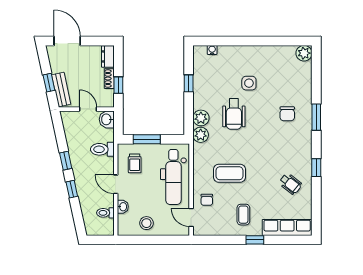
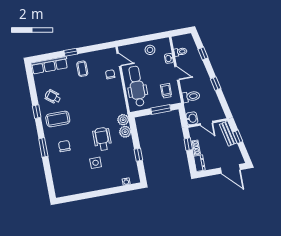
plant: (304, 53) -> (60, 191), removed
coffee table: (229, 173) -> (58, 119), moved
window: (72, 189) -> (203, 54), moved

